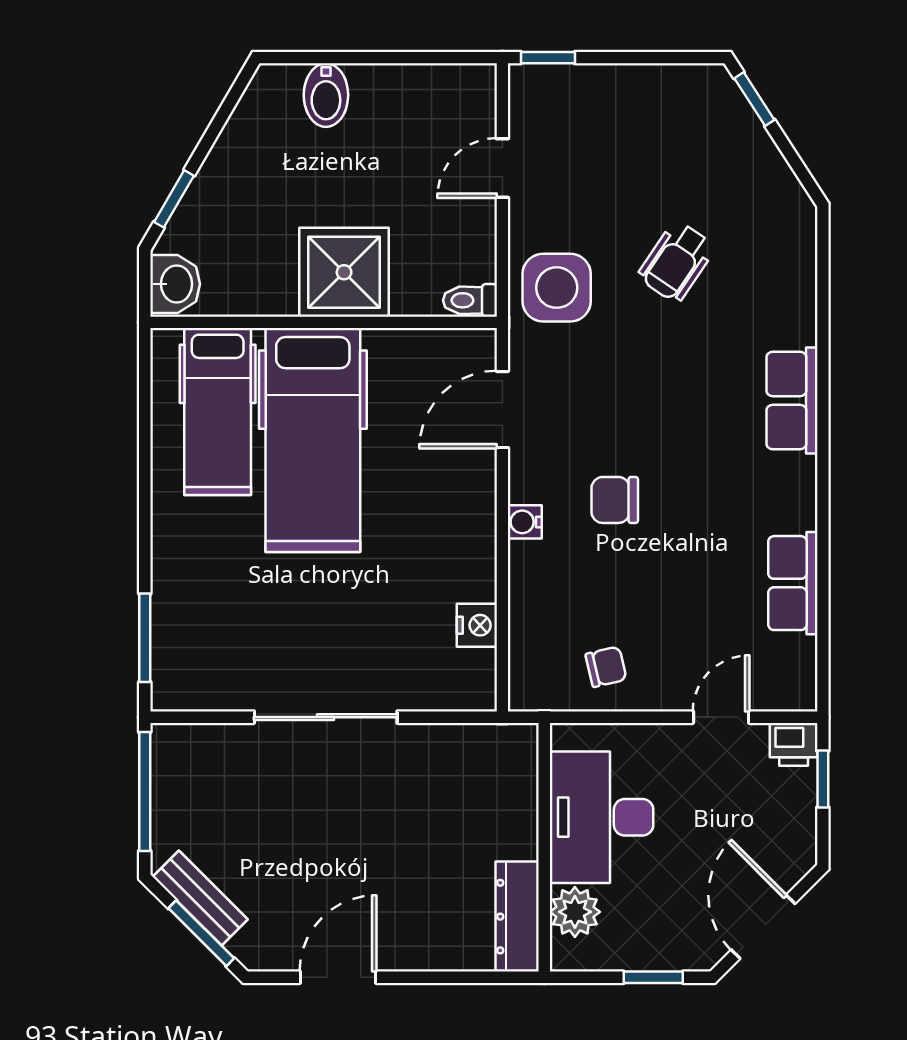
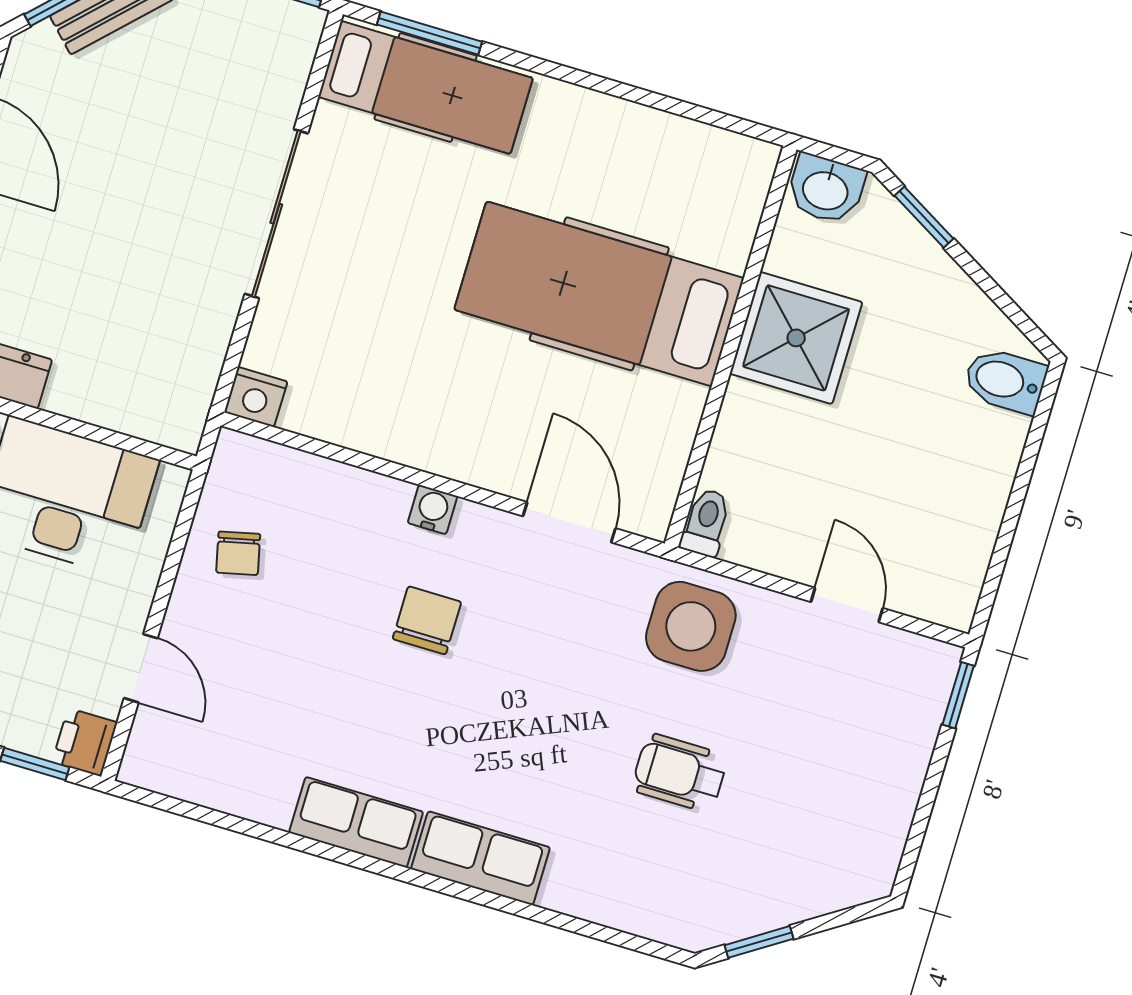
bidet: (326, 95) -> (1005, 381), moved
window: (754, 99) -> (759, 942), moved
wheelchair: (676, 262) -> (680, 773), turned -34
shower: (344, 272) -> (796, 338), moved
hospital bed: (218, 412) -> (426, 87), moved, turned 180
row of seats: (793, 583) -> (356, 822), moved
nightstand: (477, 625) -> (256, 397), moved

